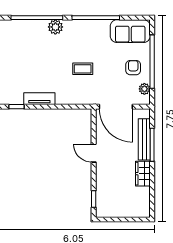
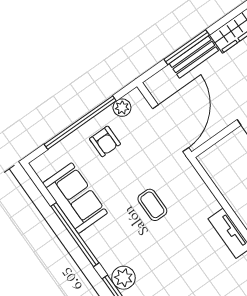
sofa: (130, 31) -> (75, 198), moved
armchair: (133, 68) -> (105, 141), turned -90
bench: (144, 139) -> (194, 57), width x0.73

